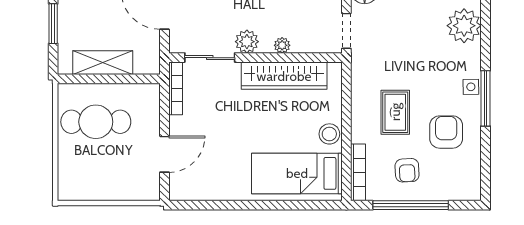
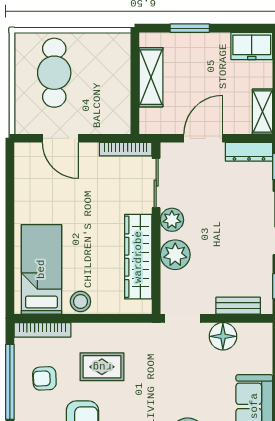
plant: (282, 45) -> (175, 255), width x1.87, depth x1.87
cafe table: (96, 122) -> (54, 73), moved

